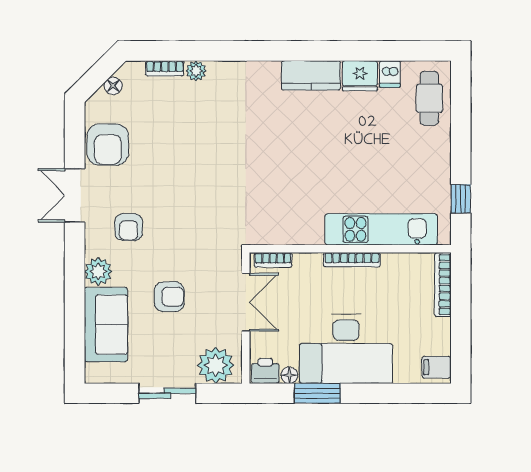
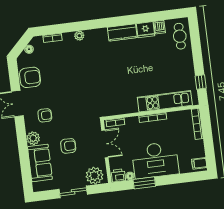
plant: (196, 71) -> (79, 36), moved
armchair: (108, 144) -> (30, 77), turned -90
armchair: (129, 227) -> (45, 115), turned -90

